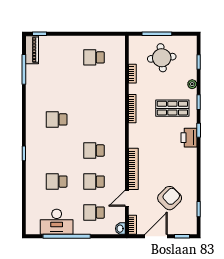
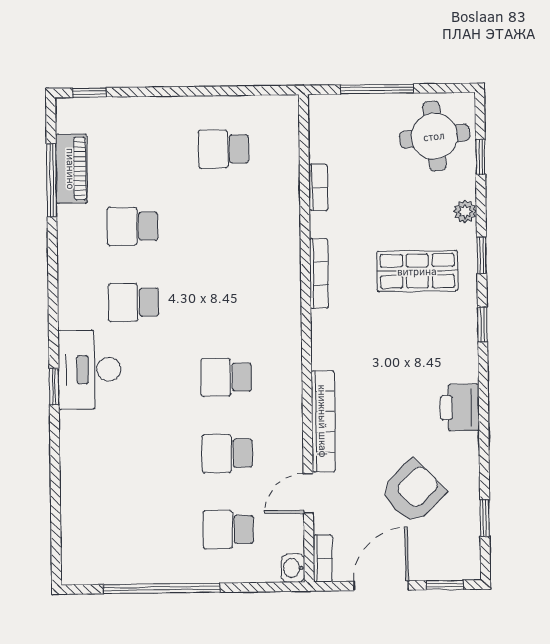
piano: (32, 50) -> (71, 169), moved
round table: (162, 58) -> (434, 136), moved
printer: (189, 138) -> (460, 407), moved
school desk: (57, 182) -> (133, 226), moved
desk: (57, 222) -> (89, 370), moved, turned 90

